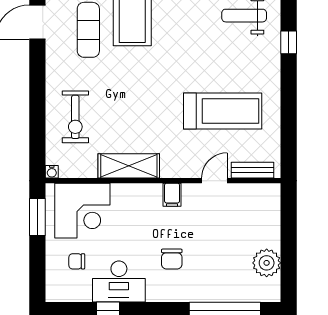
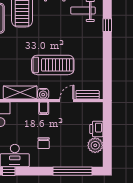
treadmill: (223, 111) -> (53, 65), moved
water cooler: (171, 168) -> (43, 94), added
printer: (269, 233) -> (96, 129), added

